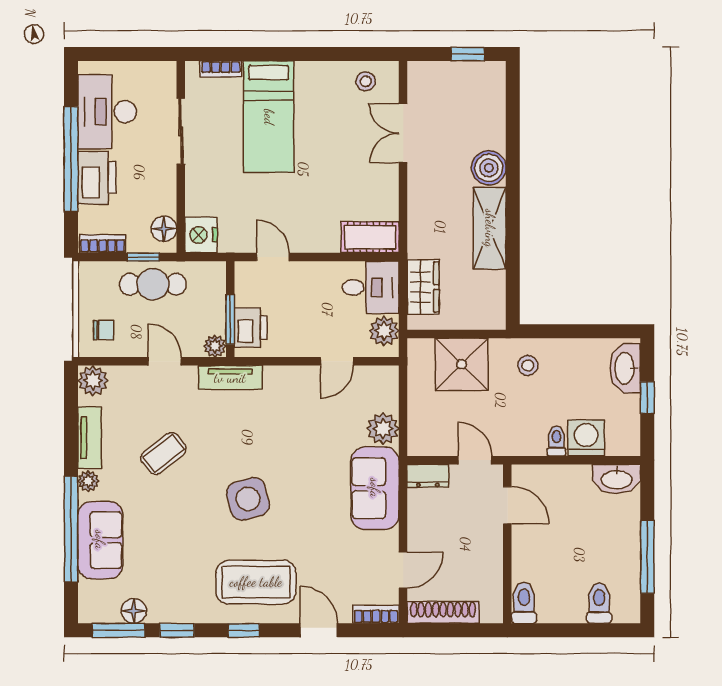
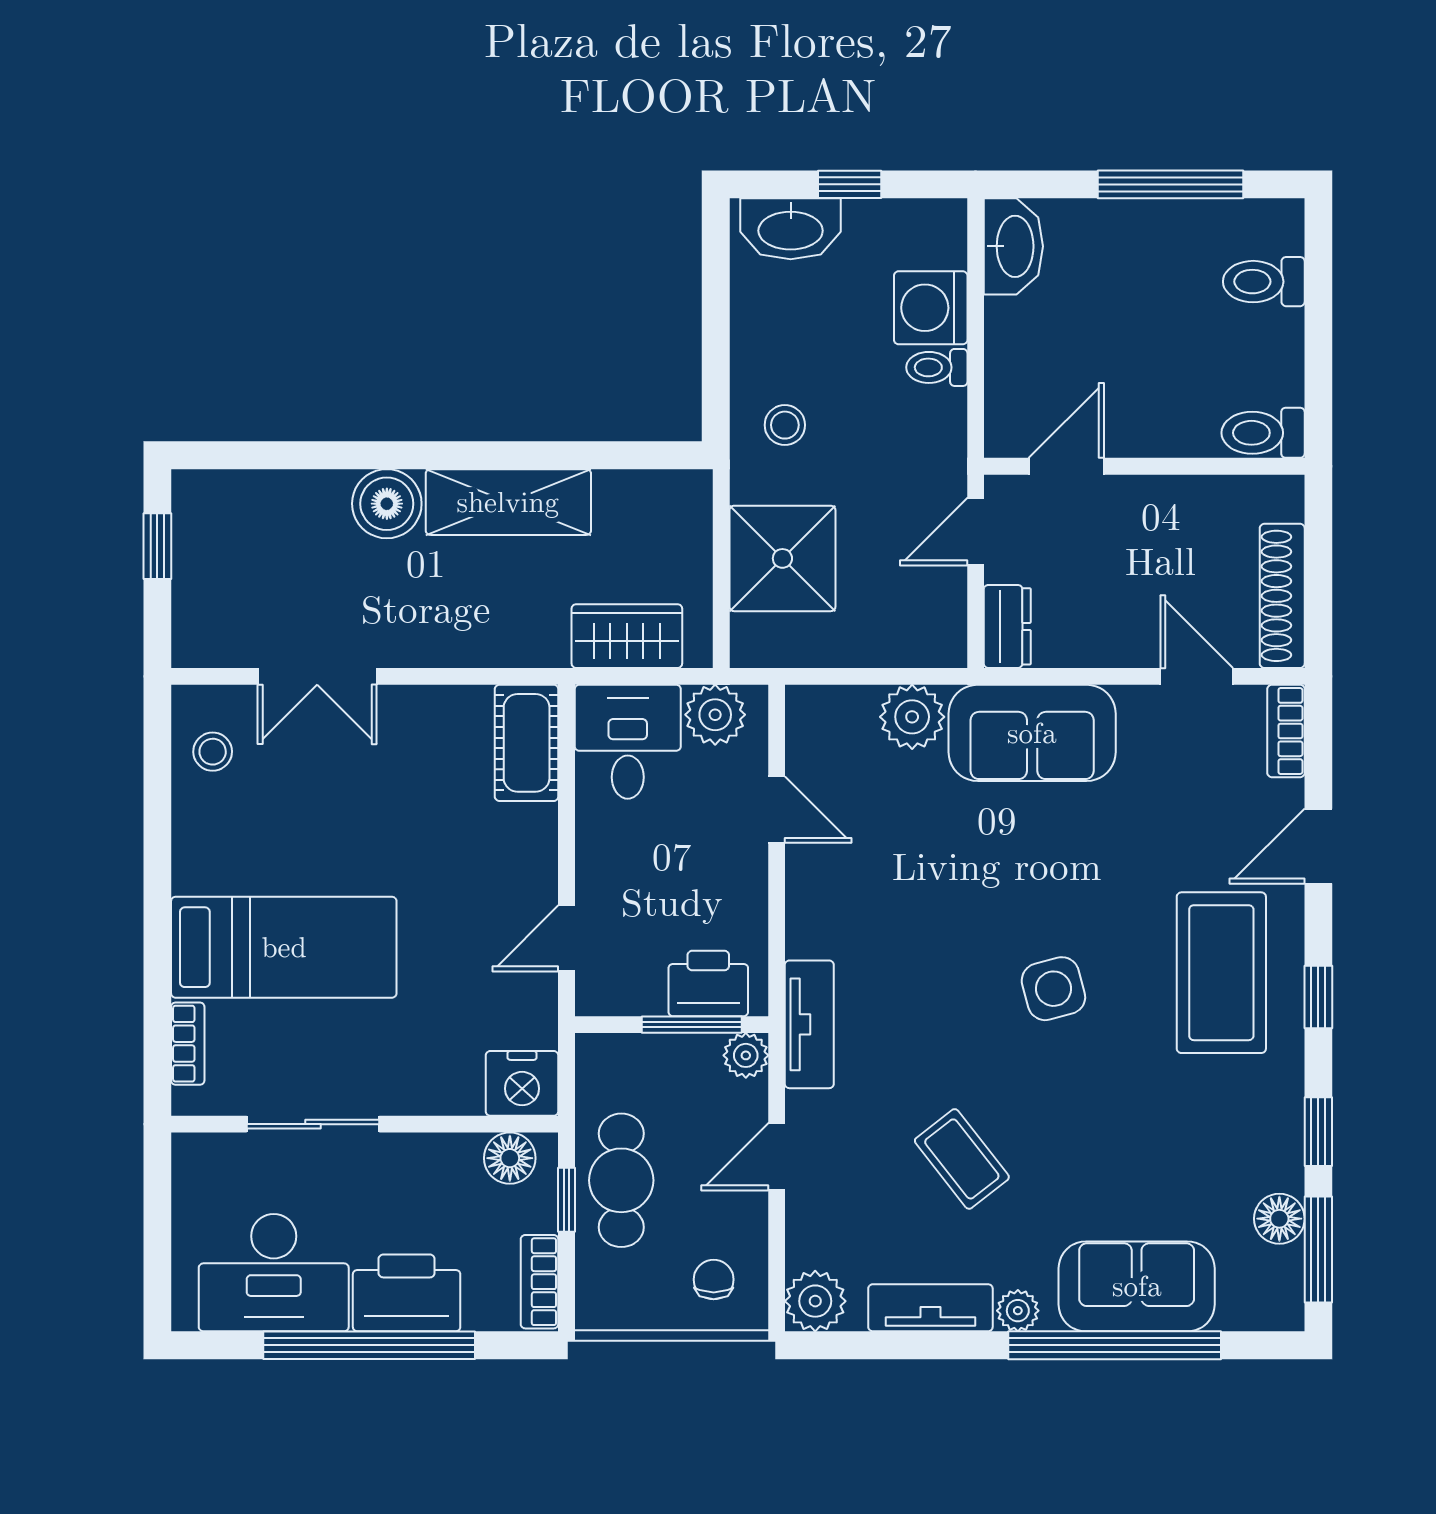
side table: (248, 499) -> (1053, 989), width x0.73, depth x0.73

